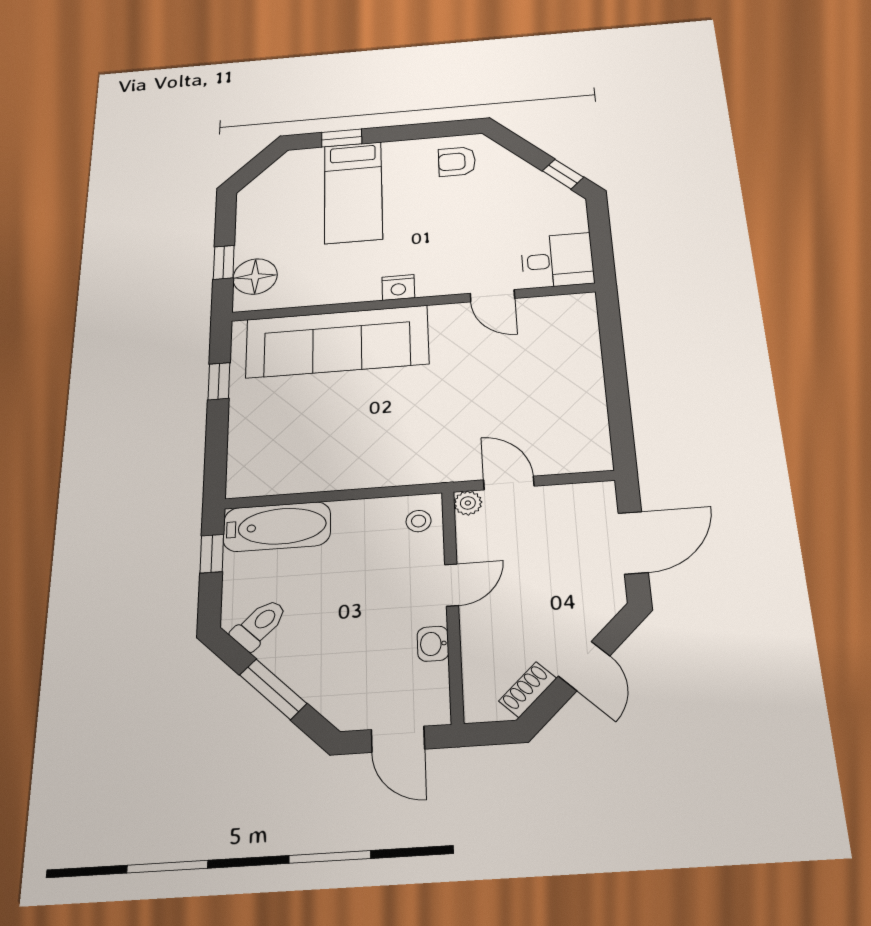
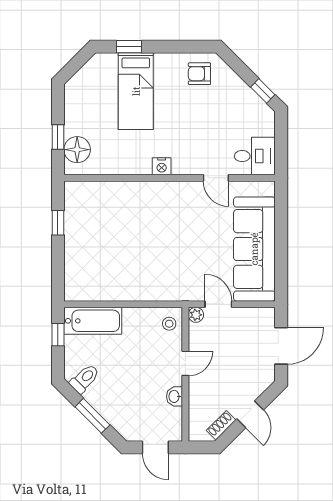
sofa: (337, 342) -> (254, 249), moved, turned 90

